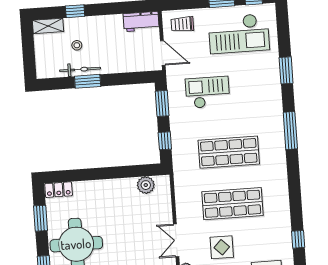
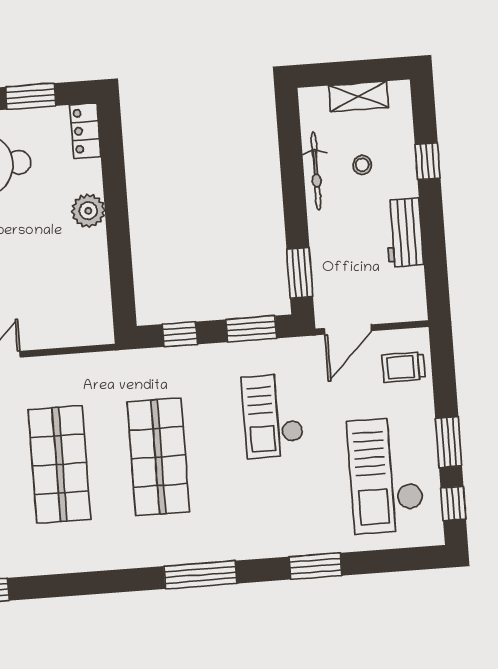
workbench: (141, 21) -> (404, 232), moved
trolley: (182, 24) -> (404, 367), turned -90
shelving: (48, 26) -> (358, 96), moved, turned 90
window: (88, 81) -> (300, 273), moved
checkout: (208, 92) -> (273, 416), turned 180
plant: (146, 185) -> (88, 211), moved

